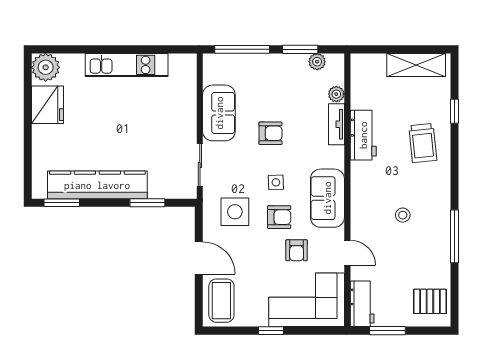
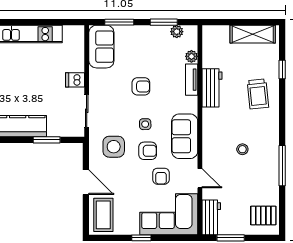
window: (242, 49) -> (119, 22), width x0.69
sofa: (219, 113) -> (101, 47), moved
dishwasher: (185, 125) -> (75, 80), added

